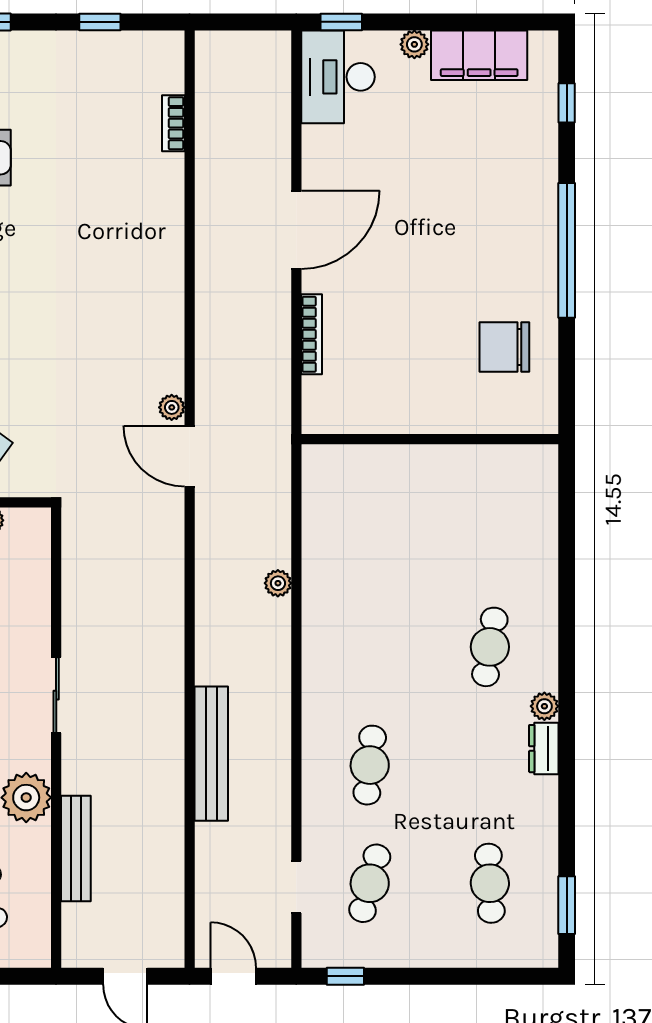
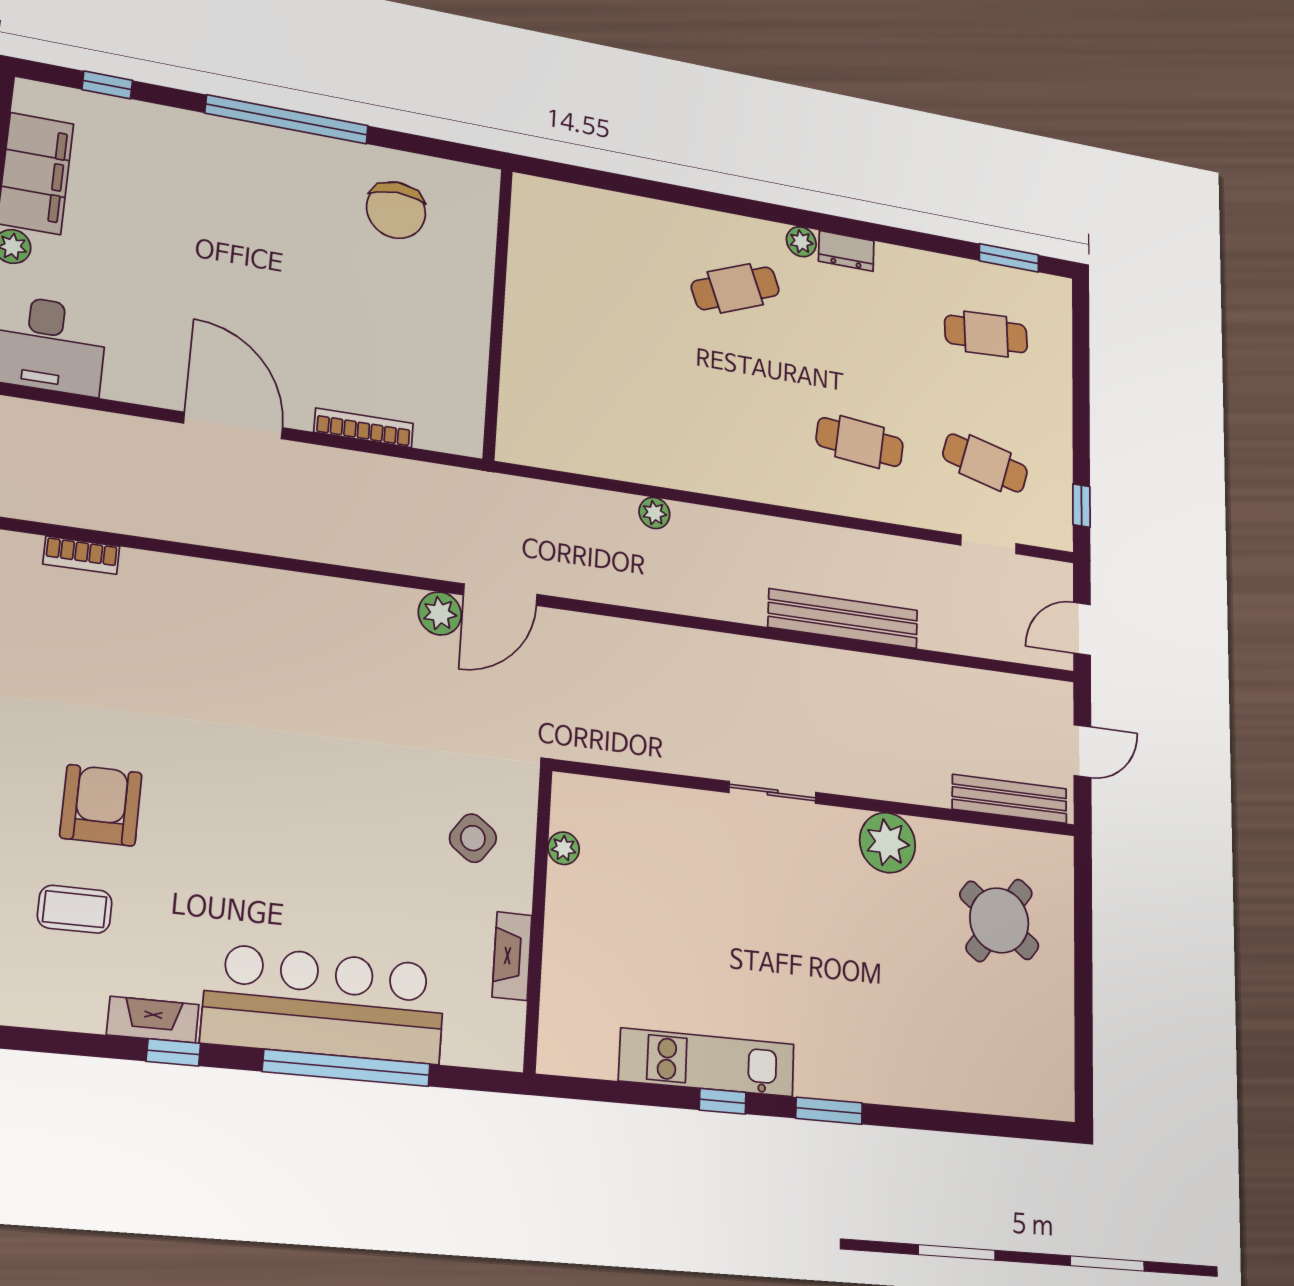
plant: (172, 407) -> (440, 613), width x1.38, depth x1.38
cafe table: (490, 647) -> (735, 288), turned -30
bench: (76, 849) -> (1010, 799), moved

